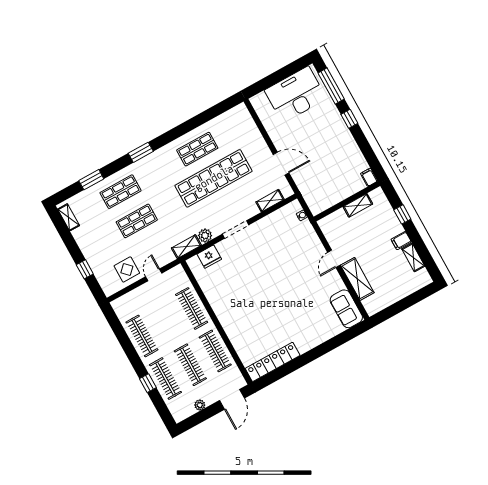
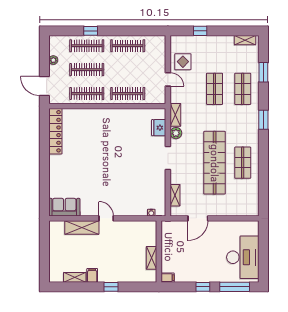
filing cabinet: (369, 177) -> (168, 278), moved
wall: (347, 201) -> (159, 252), moved
shelving: (358, 205) -> (151, 258), moved

